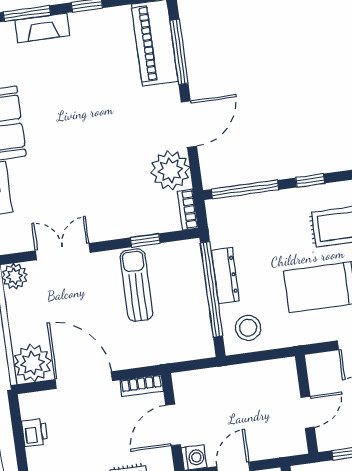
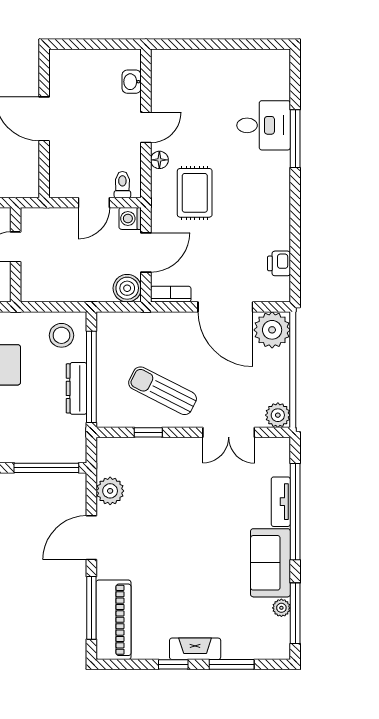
fireplace: (42, 28) -> (195, 649), moved
plant: (170, 170) -> (110, 491), width x0.73, depth x0.73
bookcase: (188, 210) -> (104, 456), removed
sun lounger: (136, 285) -> (163, 391), turned 117
boiler: (187, 386) -> (127, 288), added

